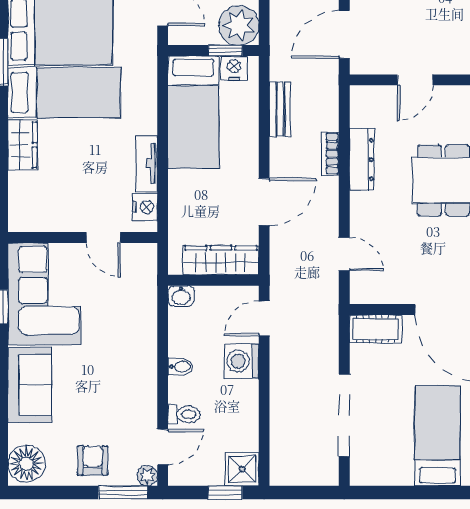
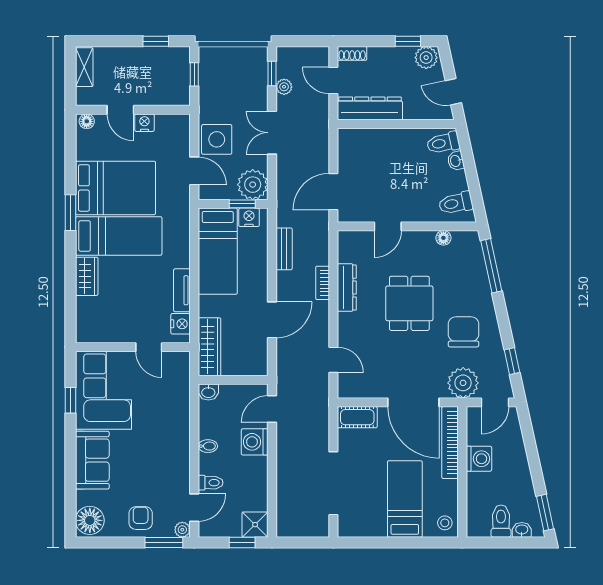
wardrobe: (221, 260) -> (210, 347), moved, turned 90

